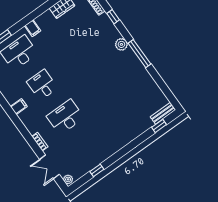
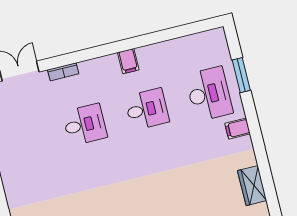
desk: (65, 117) -> (85, 125), width x0.73

